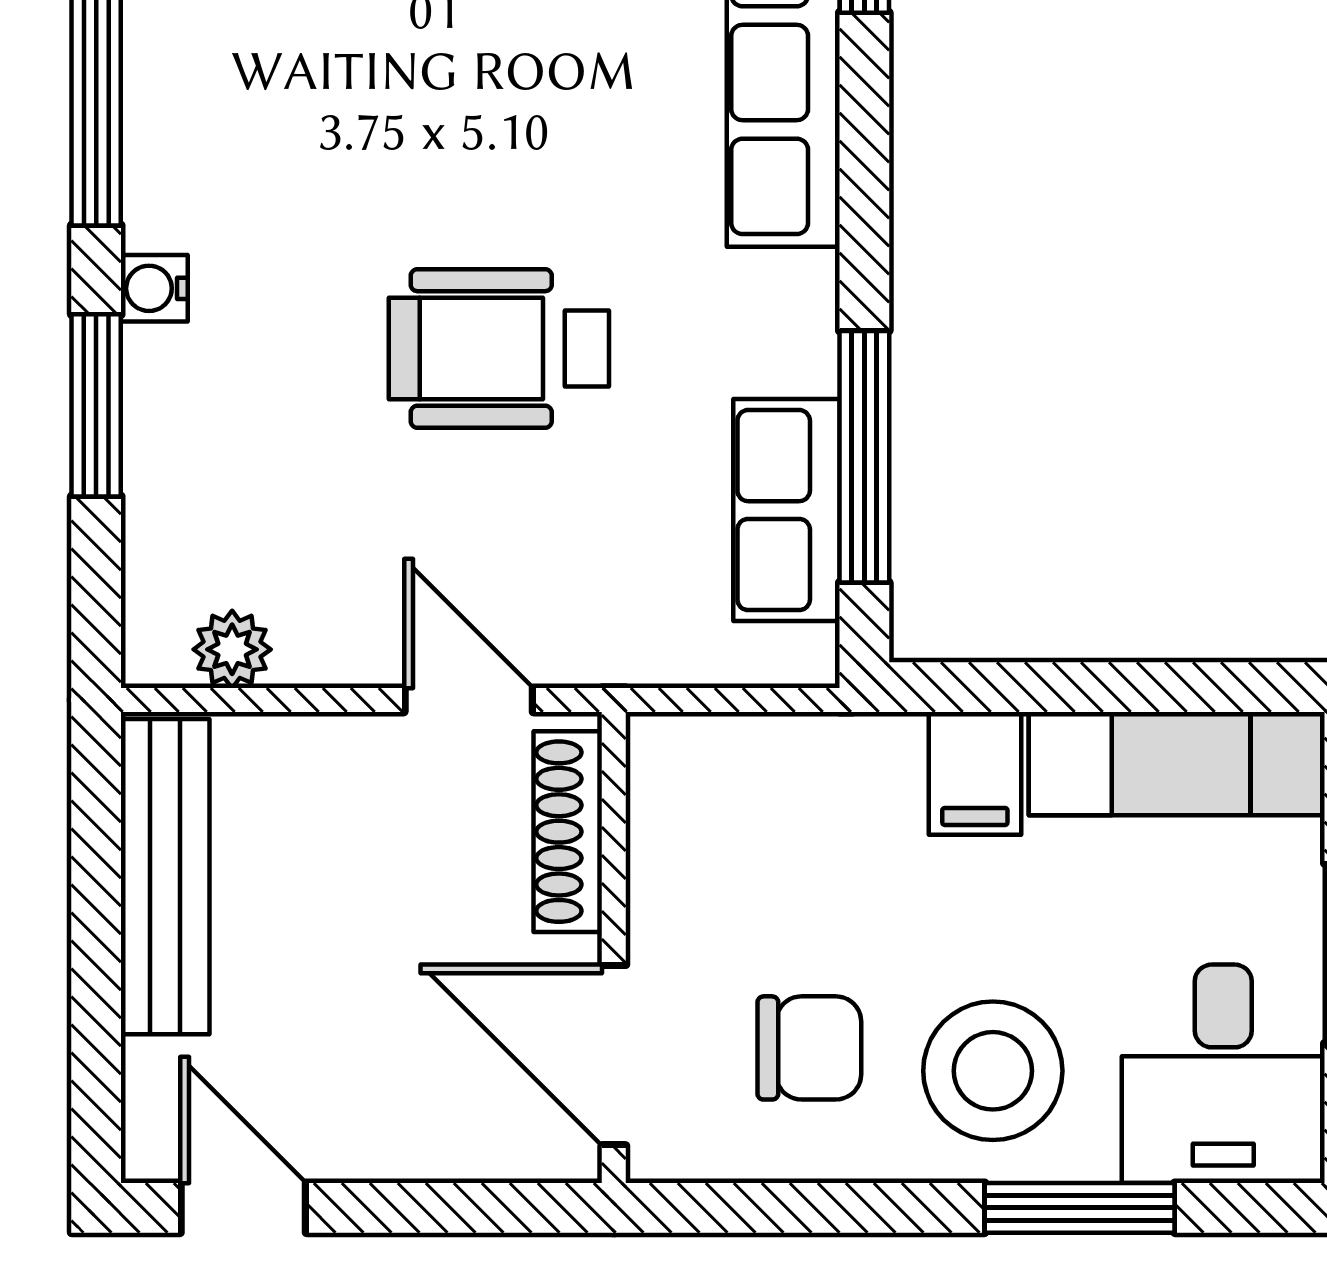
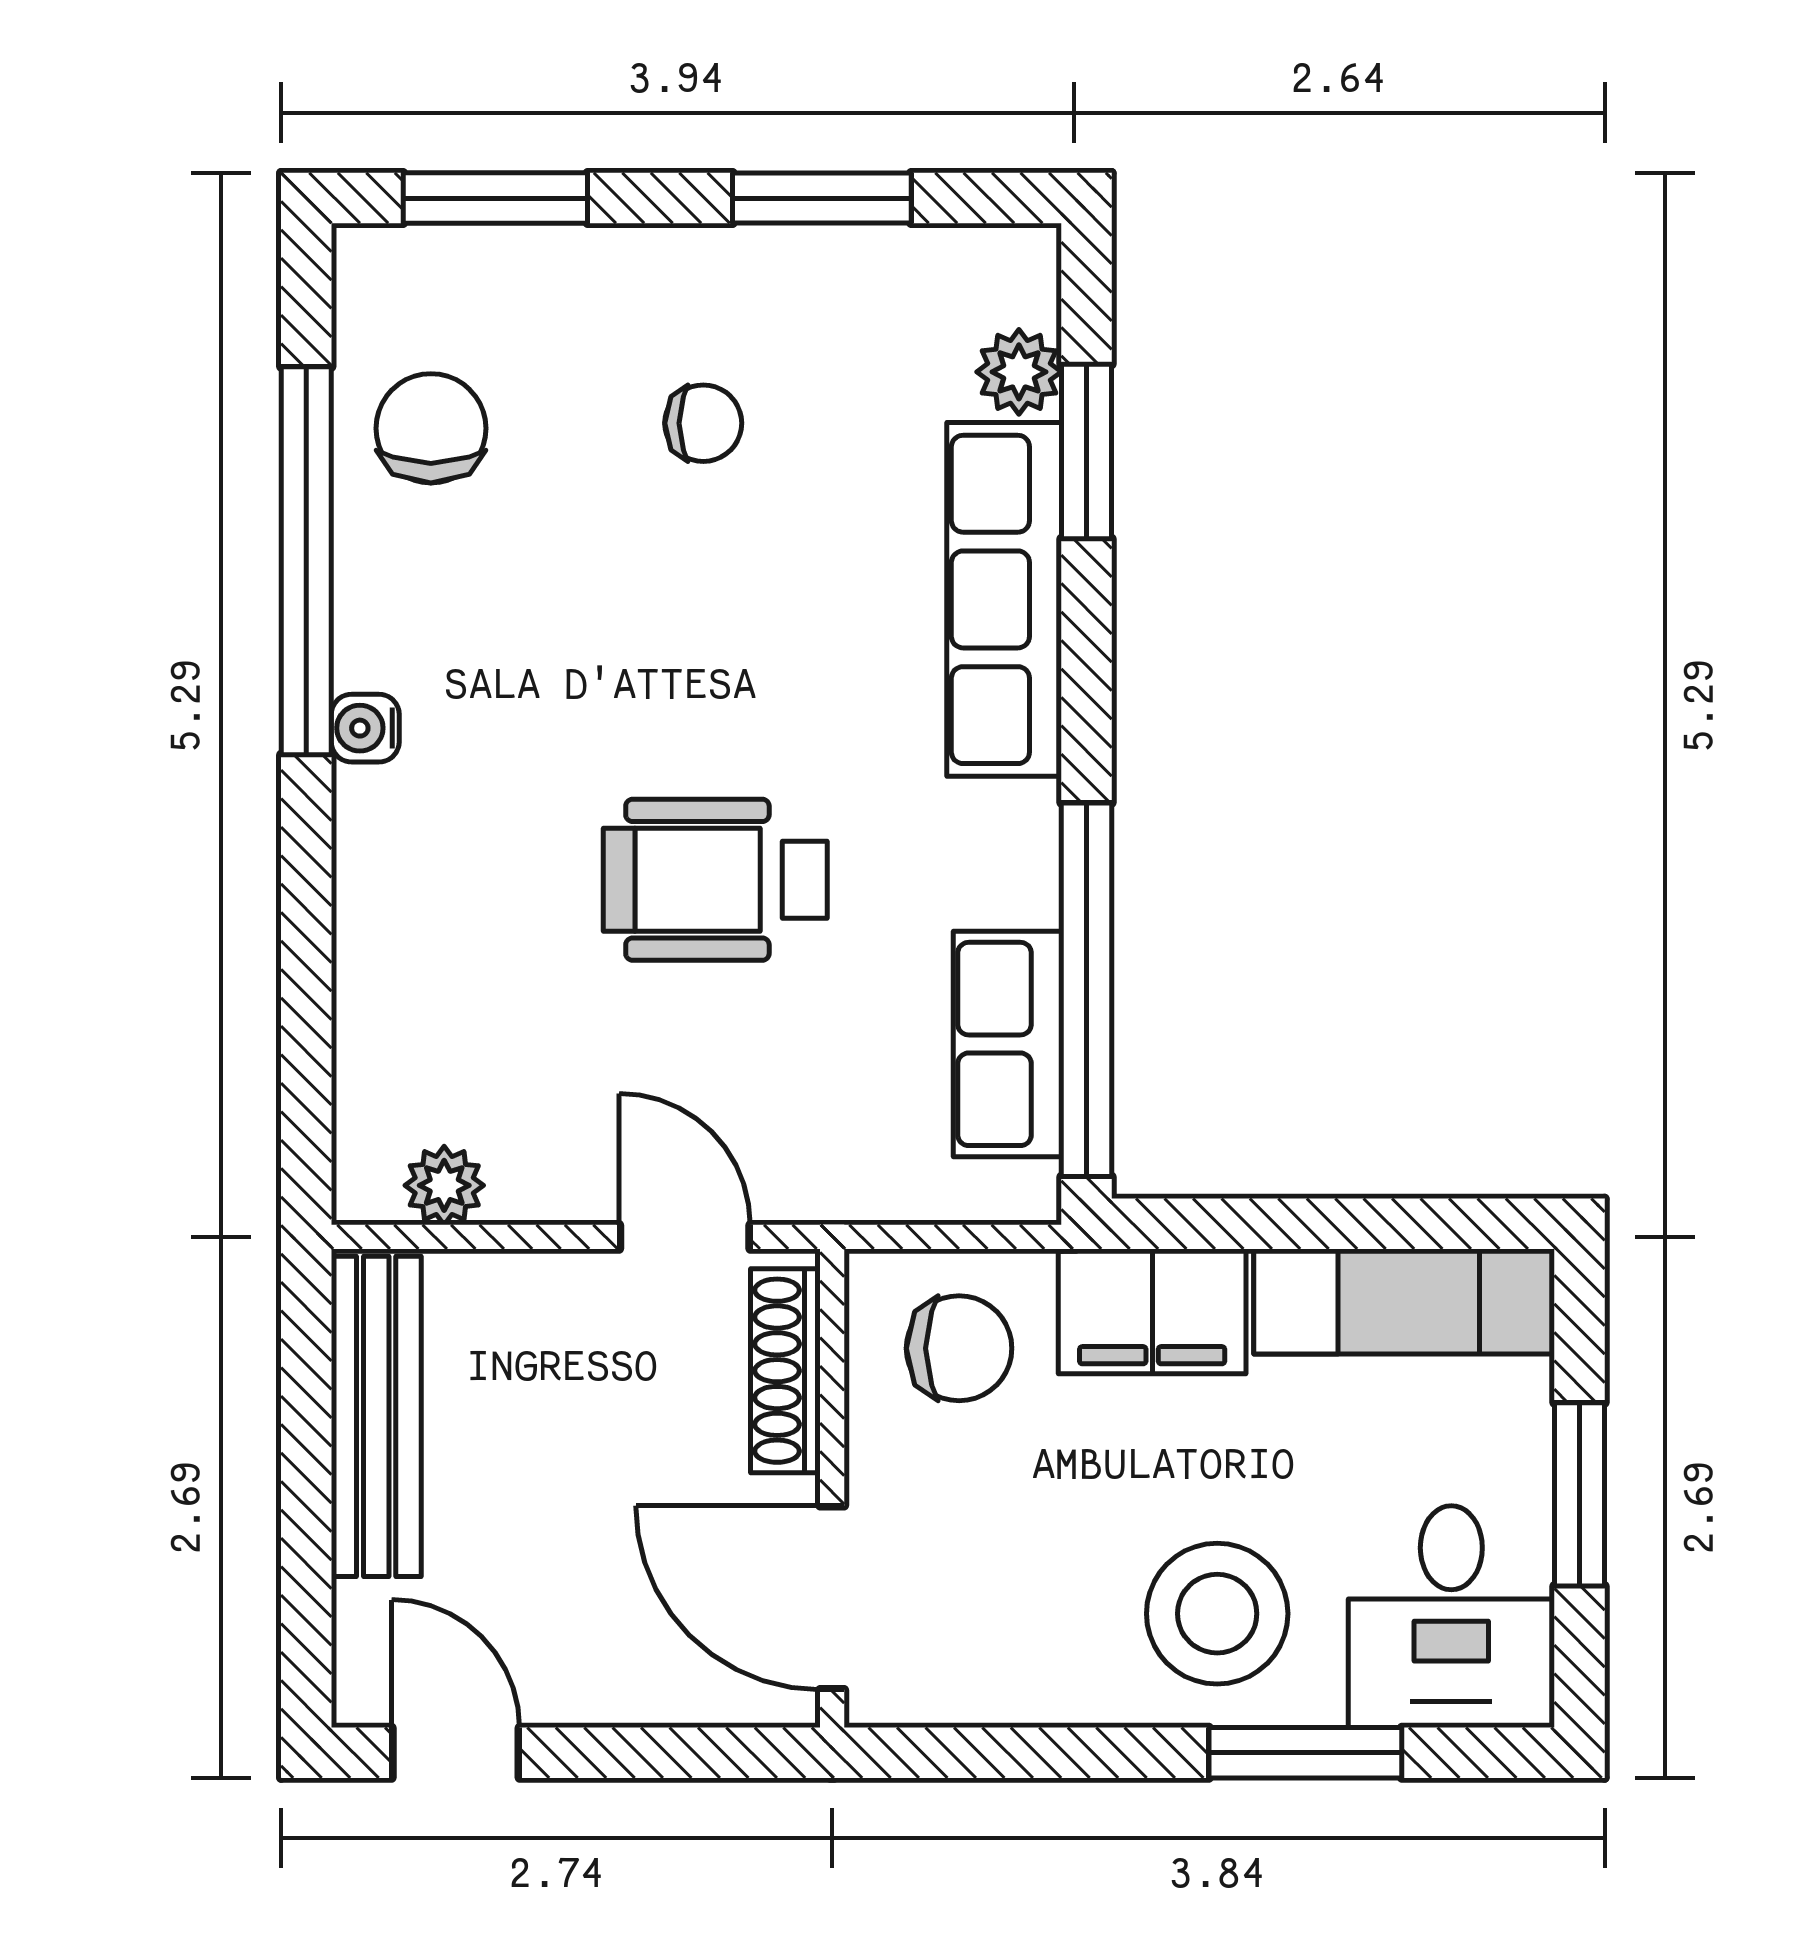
water cooler: (154, 288) -> (365, 728), moved
window: (96, 405) -> (306, 938), removed
window: (864, 457) -> (1087, 990), width x1.46
filing cabinet: (975, 773) -> (1152, 1311), width x2.00
chair: (809, 1048) -> (959, 1348), moved

